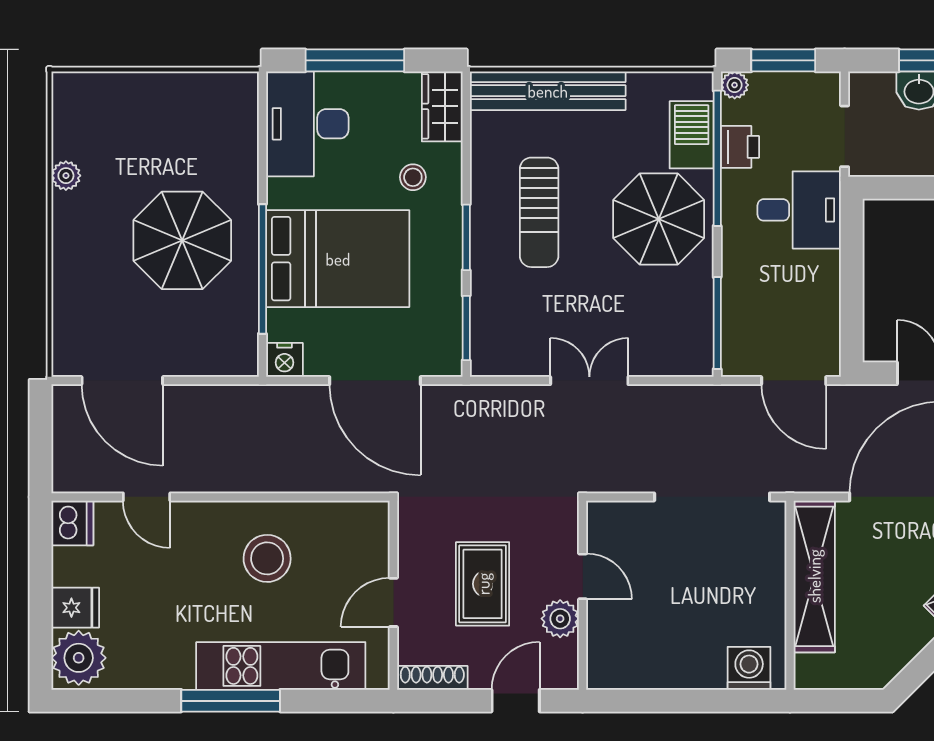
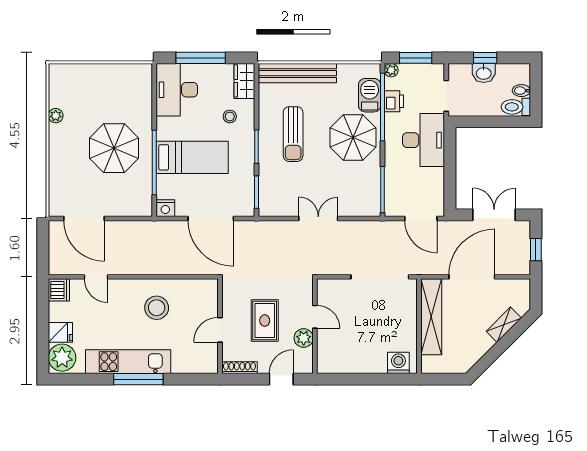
desk: (799, 210) -> (424, 140), width x1.37
bed: (338, 259) -> (192, 157), width x0.67
kitchen unit: (281, 666) -> (128, 362), moved

